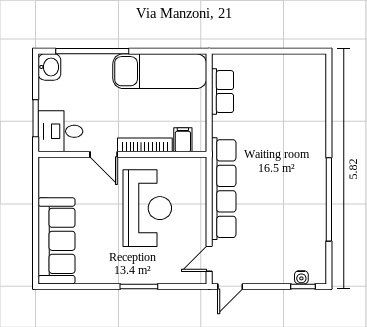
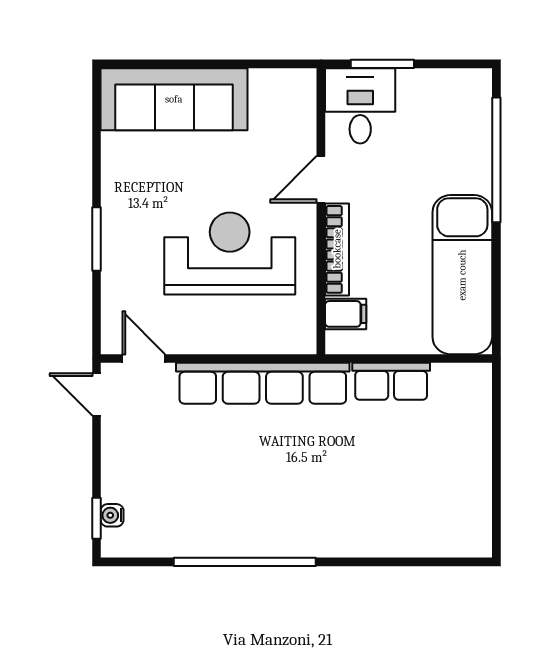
washbasin: (49, 67) -> (469, 87), removed
row of seats: (223, 92) -> (391, 381), moved
reception desk: (147, 208) -> (230, 253), turned 180

